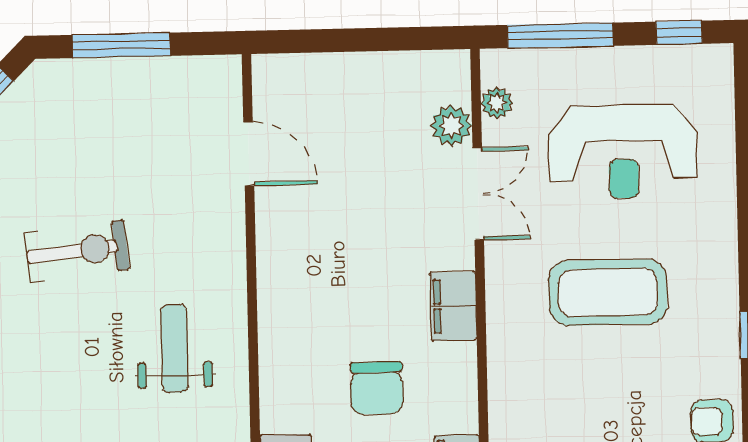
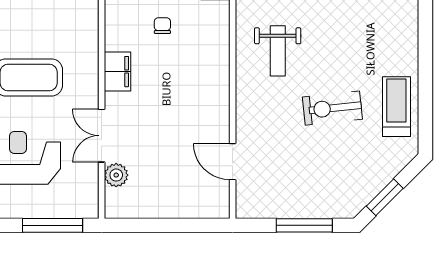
plant: (497, 103) -> (90, 187), removed
chair: (377, 388) -> (162, 26), width x0.54, depth x0.54

